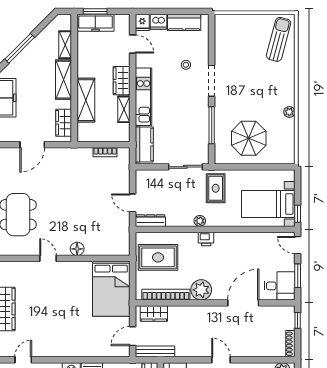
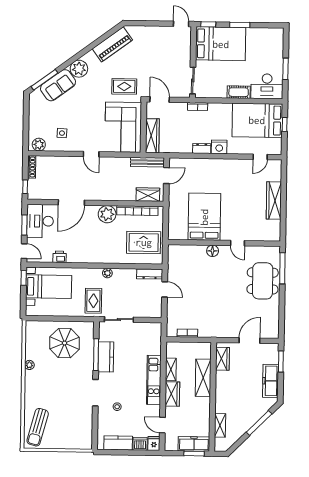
shelving: (64, 80) -> (222, 396), removed
kitchen counter: (144, 145) -> (106, 357), moved, turned 180
printer: (206, 239) -> (59, 257), moved
desk: (280, 286) -> (40, 221), width x1.37
bed: (111, 289) -> (204, 217), moved

